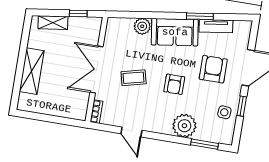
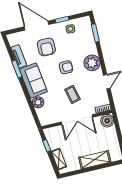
armchair: (213, 69) -> (46, 47), turned -90
boiler: (78, 110) -> (107, 121), added
plant: (184, 126) -> (92, 63), moved

